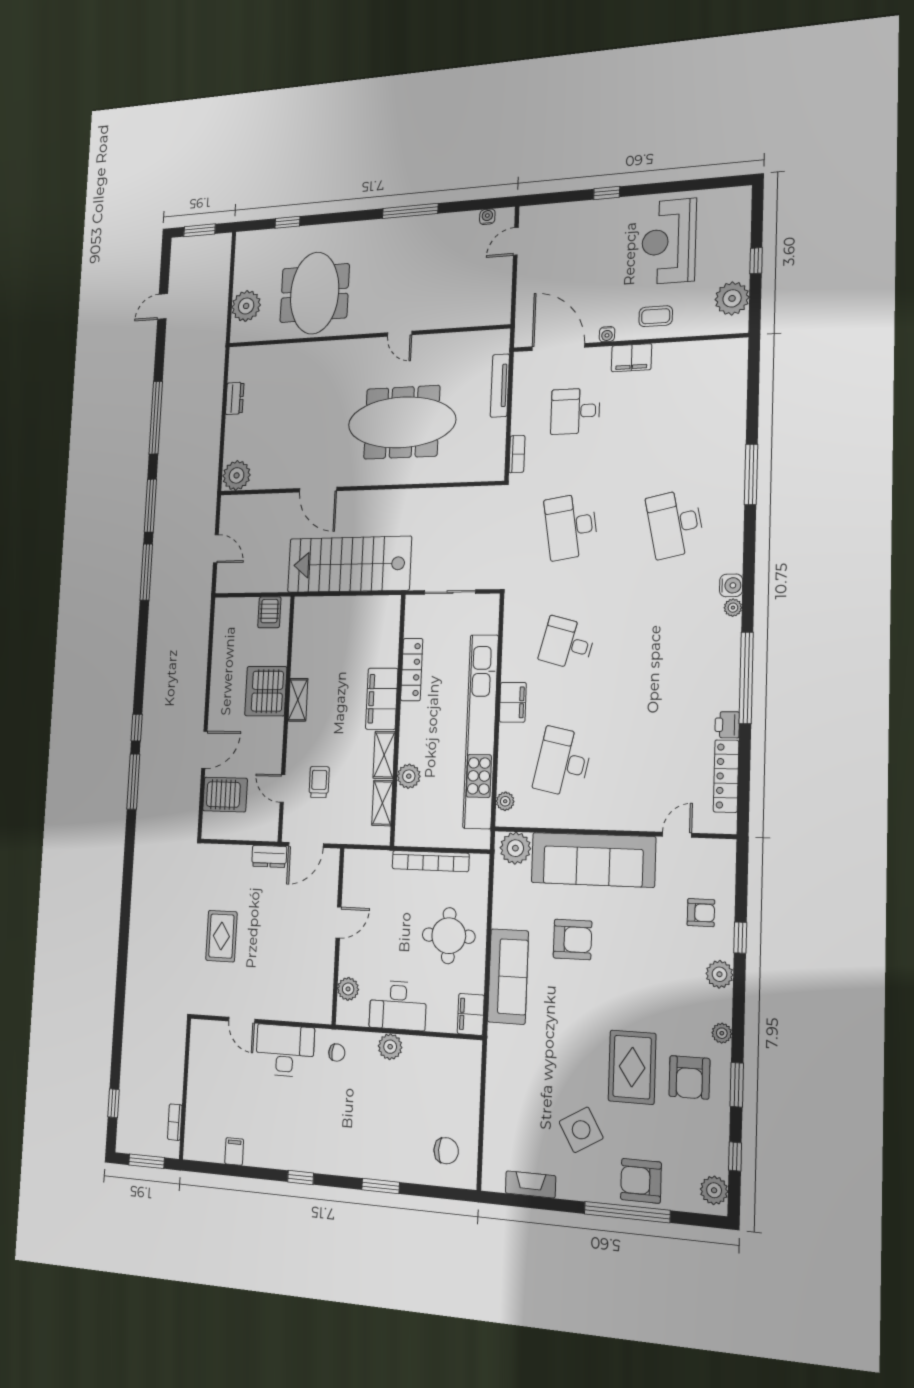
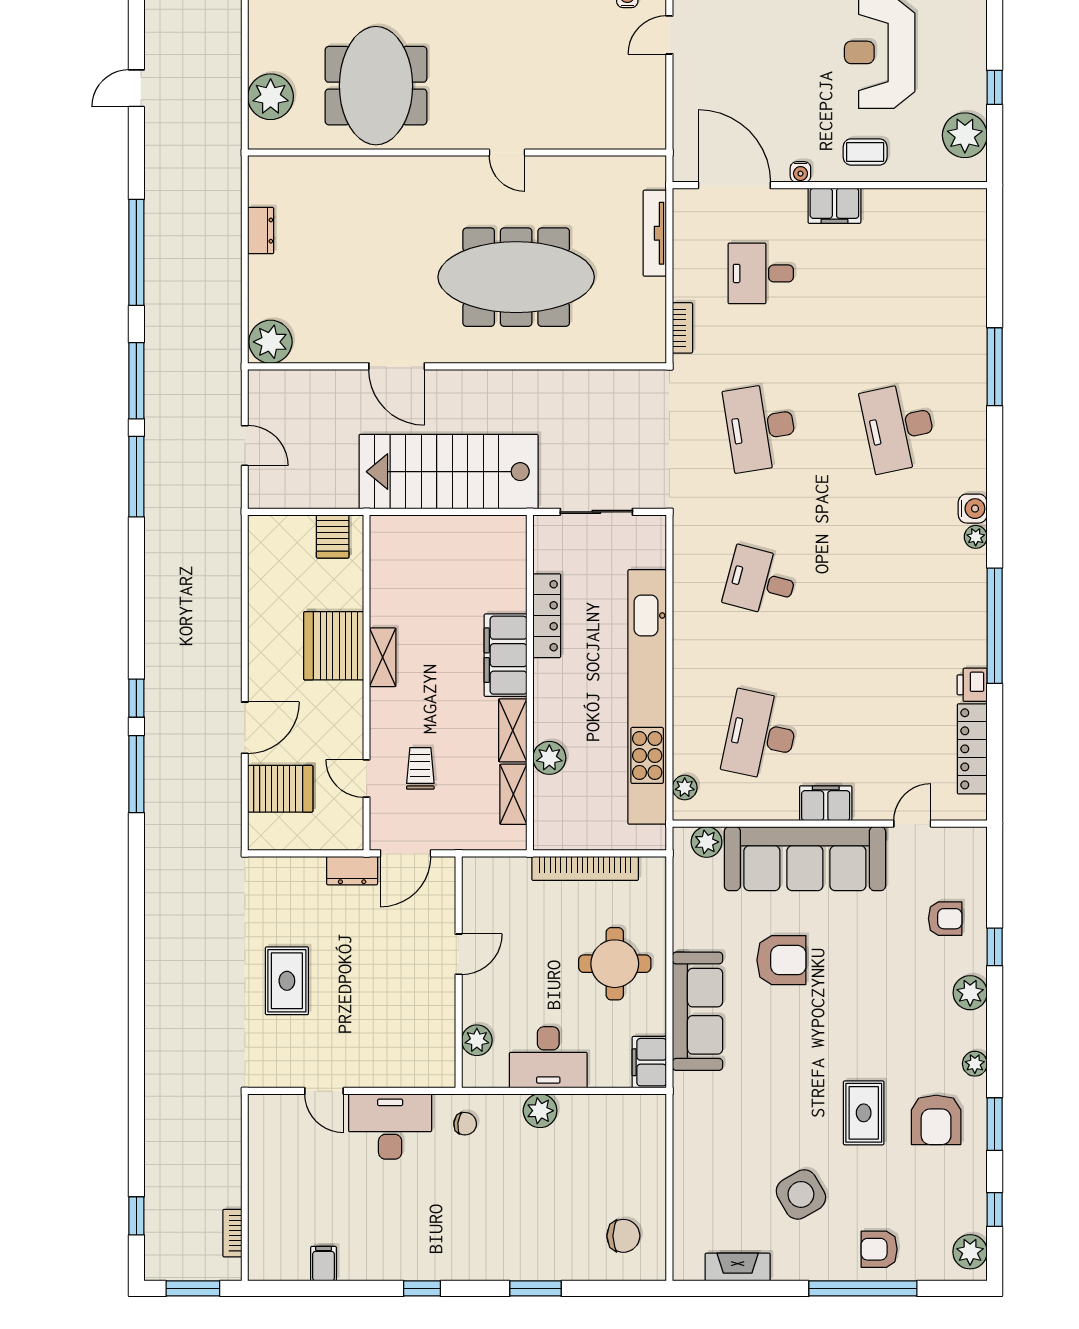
filing cabinet: (513, 702) -> (826, 803), moved, turned -90
plant: (515, 848) -> (707, 842), width x0.73, depth x0.73
rug: (632, 1067) -> (864, 1113), width x0.73, depth x0.70
armchair: (641, 1181) -> (879, 1249), width x0.72, depth x0.72

